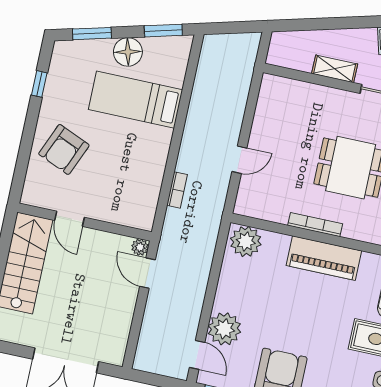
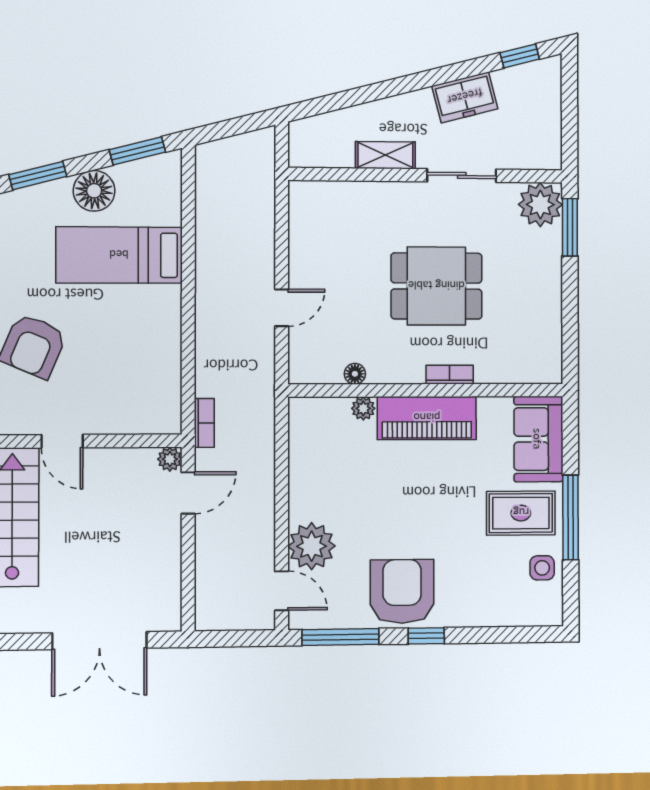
bookcase: (177, 190) -> (204, 423), moved
floor lamp: (280, 216) -> (355, 374), added
bookcase: (315, 225) -> (450, 375), moved, width x0.64
plant: (246, 241) -> (363, 408), moved, width x0.53, depth x0.53
door: (148, 273) -> (188, 493), swing flipped

